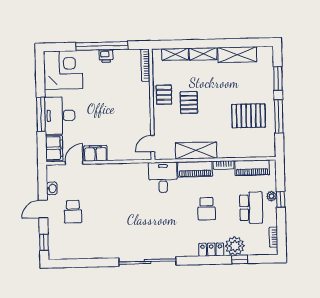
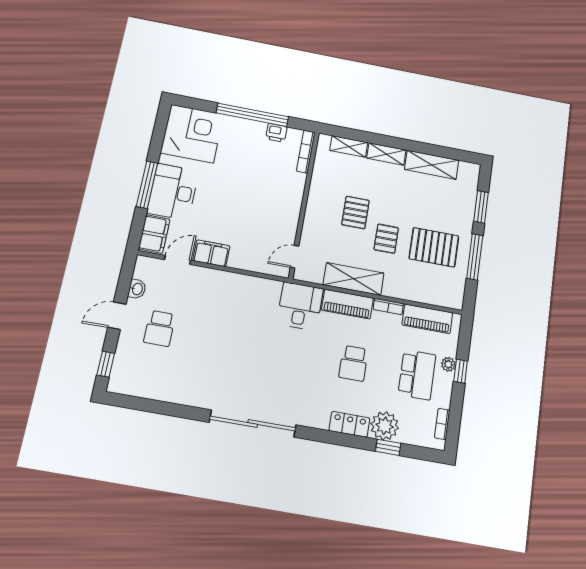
printer: (106, 56) -> (276, 133), moved
pallet: (164, 95) -> (386, 239), moved

